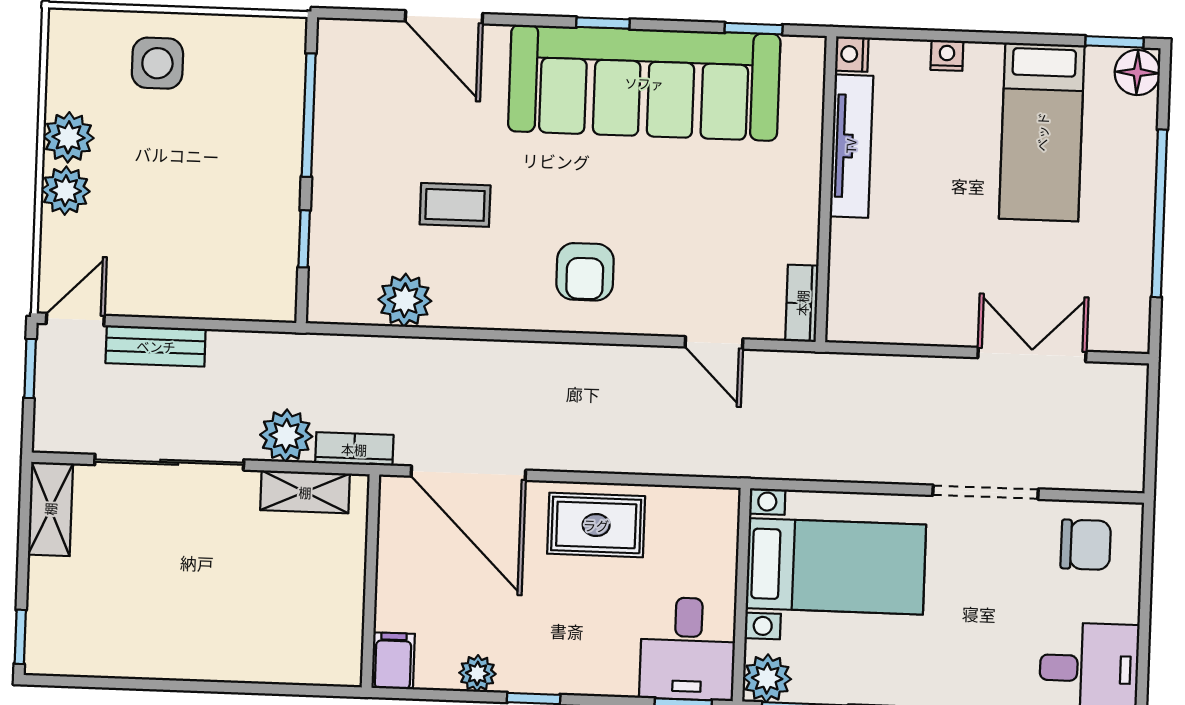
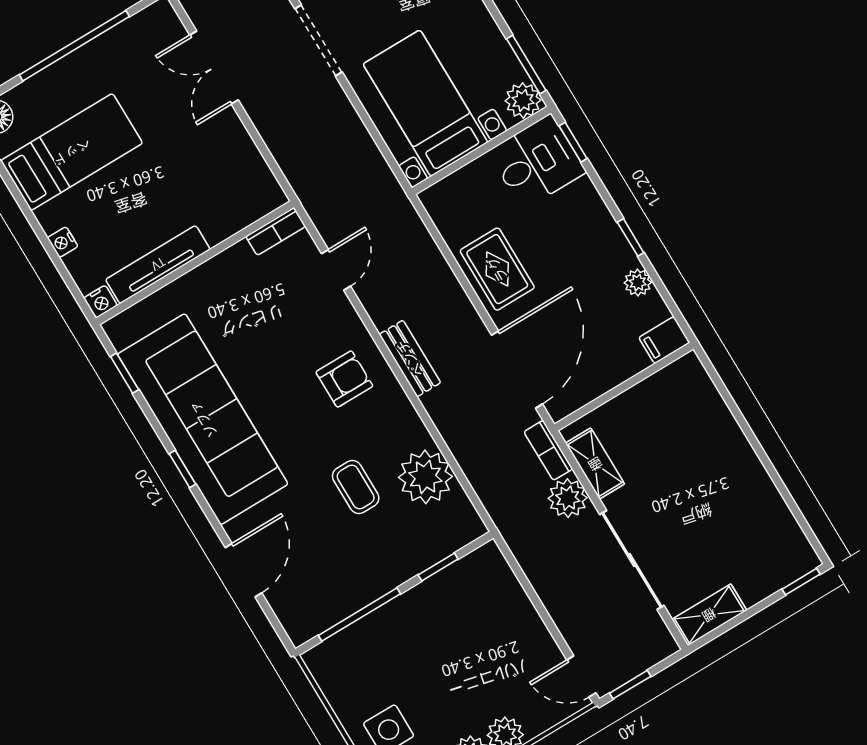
plant: (405, 300) -> (425, 477), width x1.36, depth x1.36
bench: (156, 346) -> (410, 358), moved

